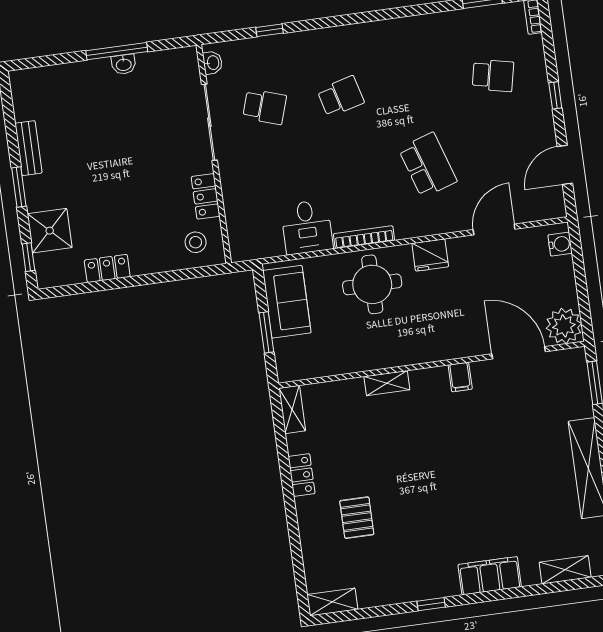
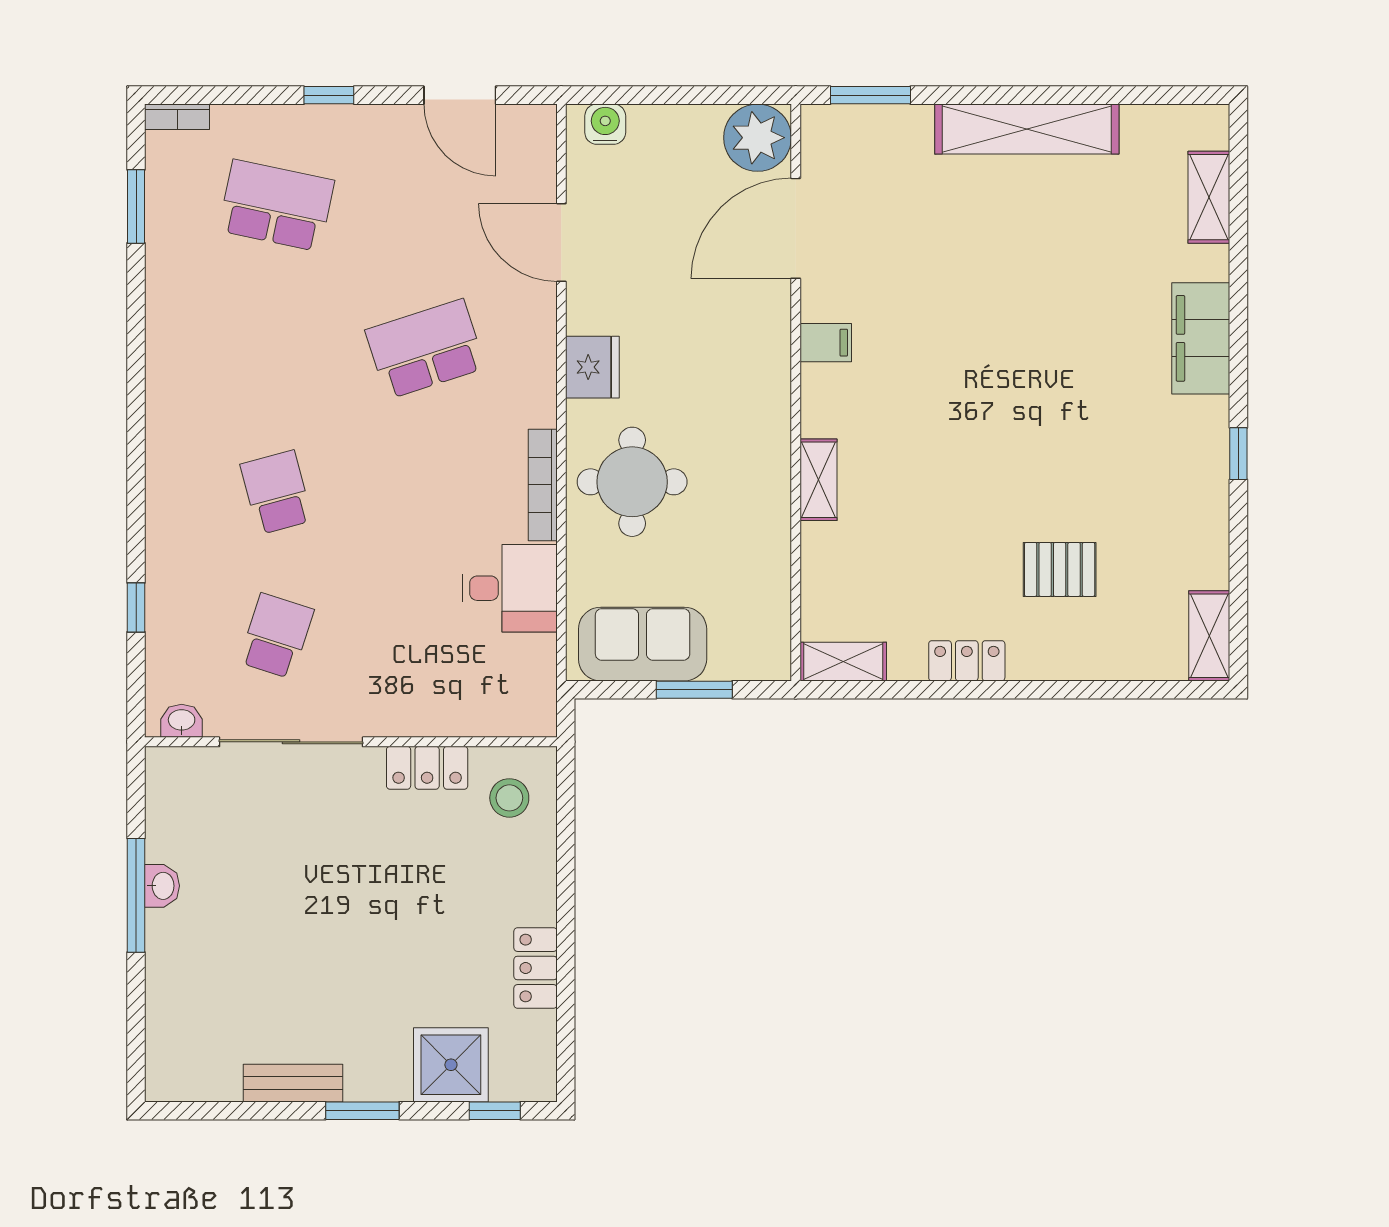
school desk: (493, 76) -> (276, 205), width x1.85

